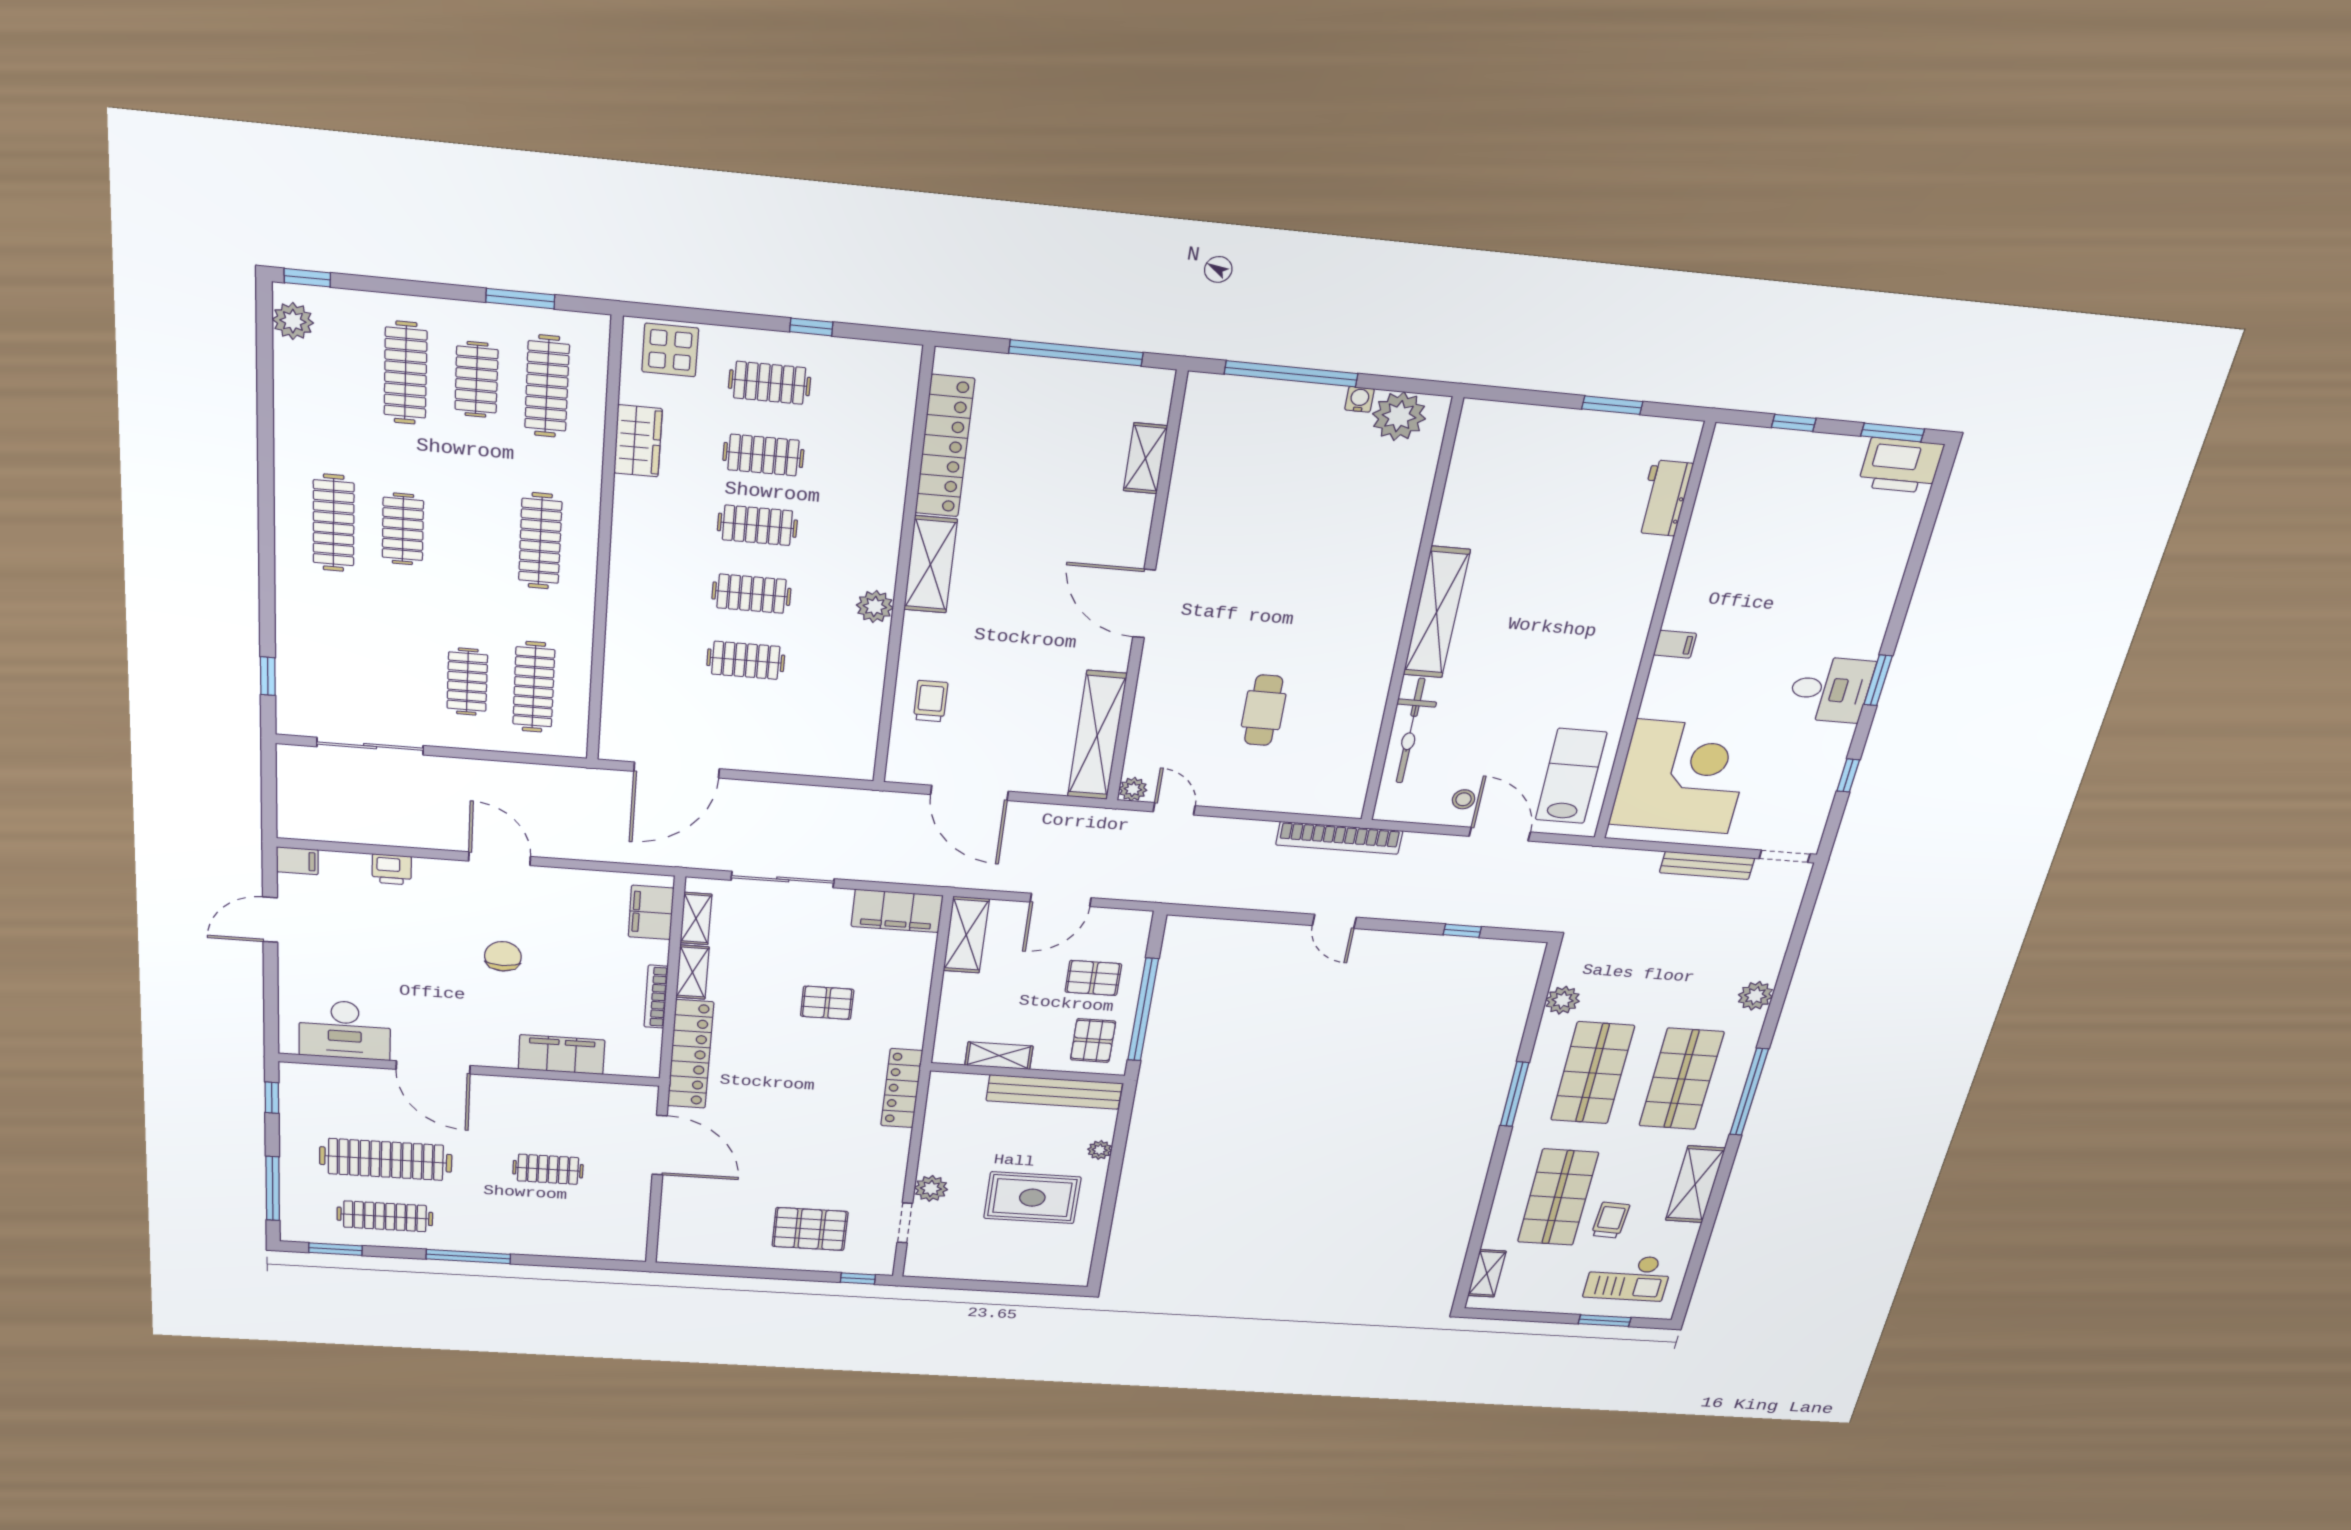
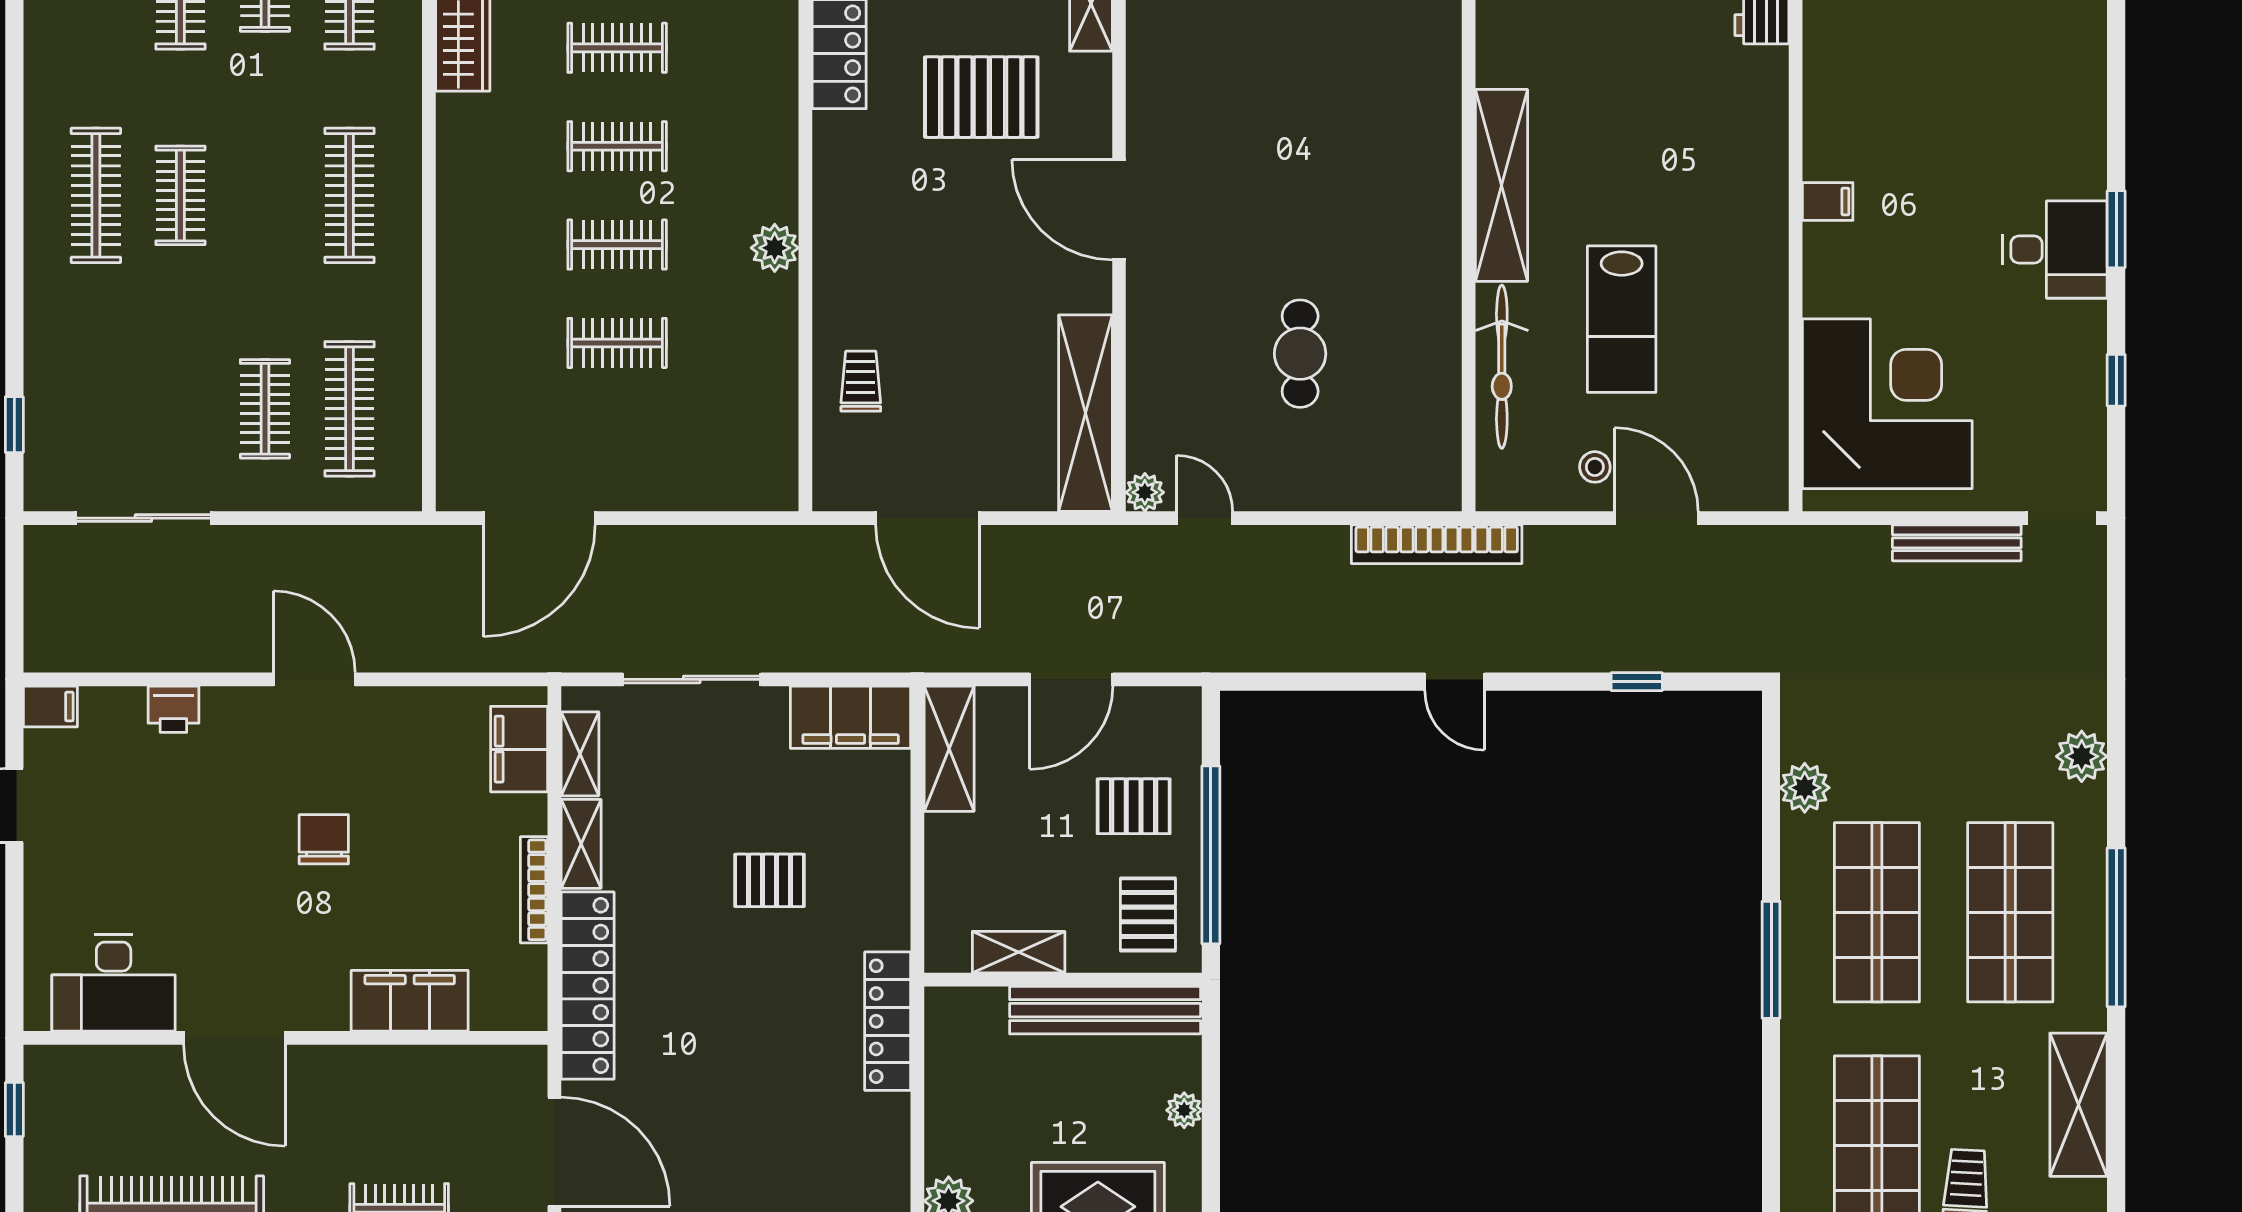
pallet: (1049, 516) -> (981, 97), added
shelving: (930, 564) -> (839, 180), removed
lab bench: (1571, 776) -> (1622, 319), moved, turned 180

